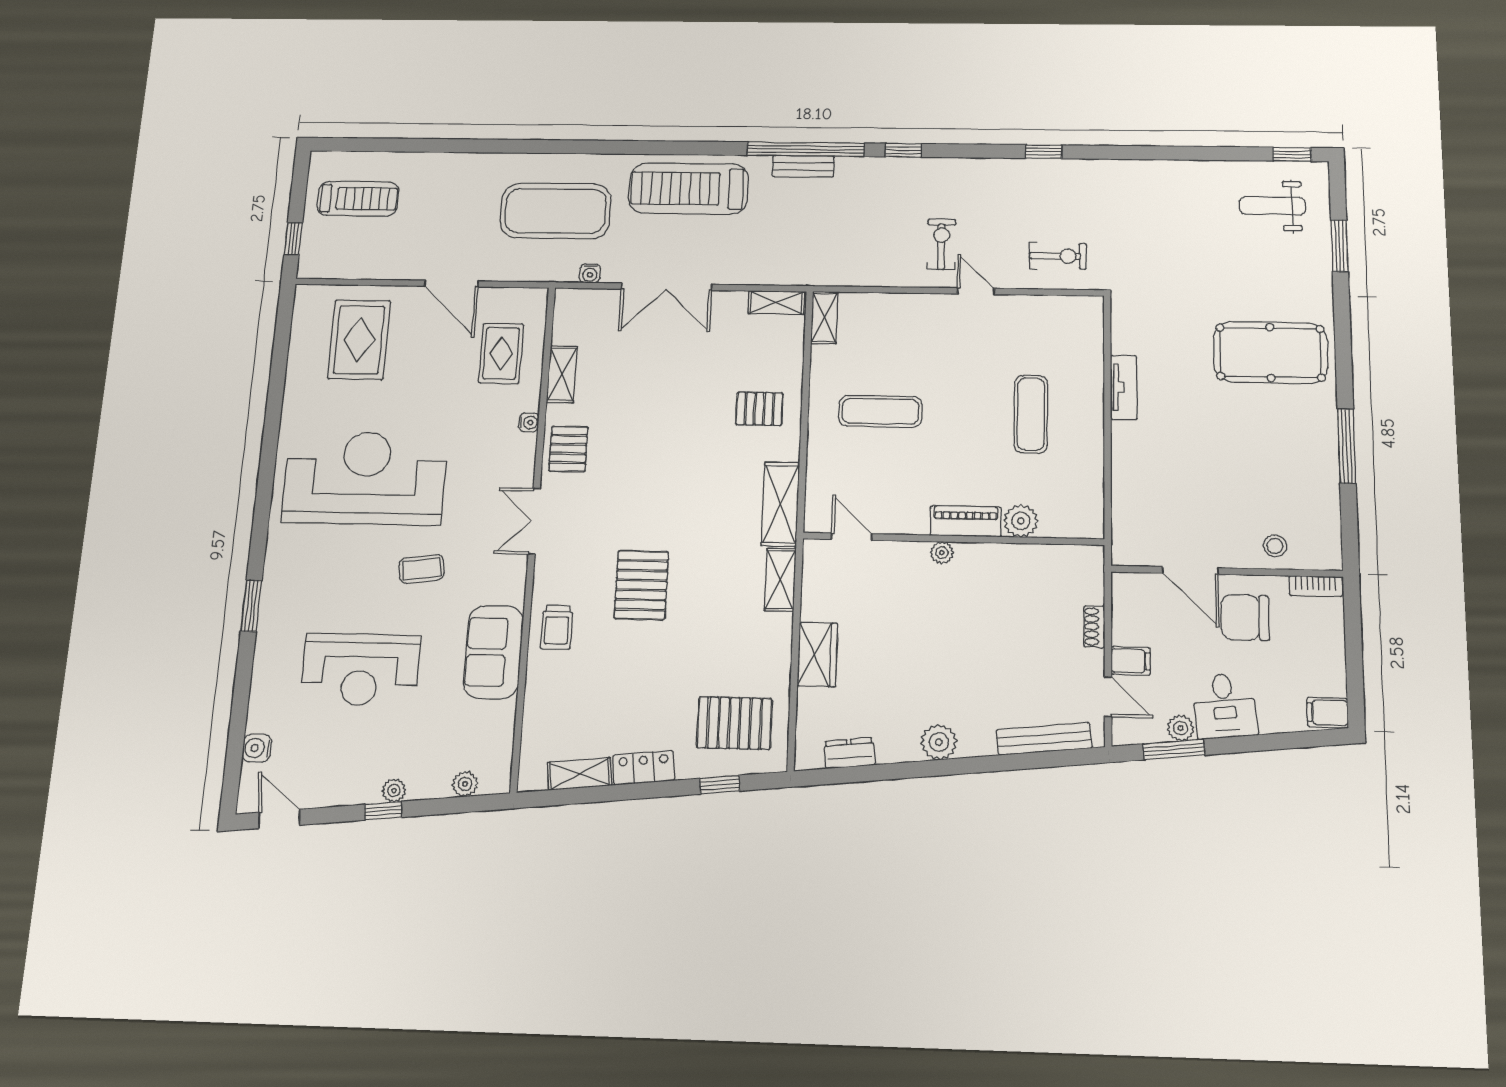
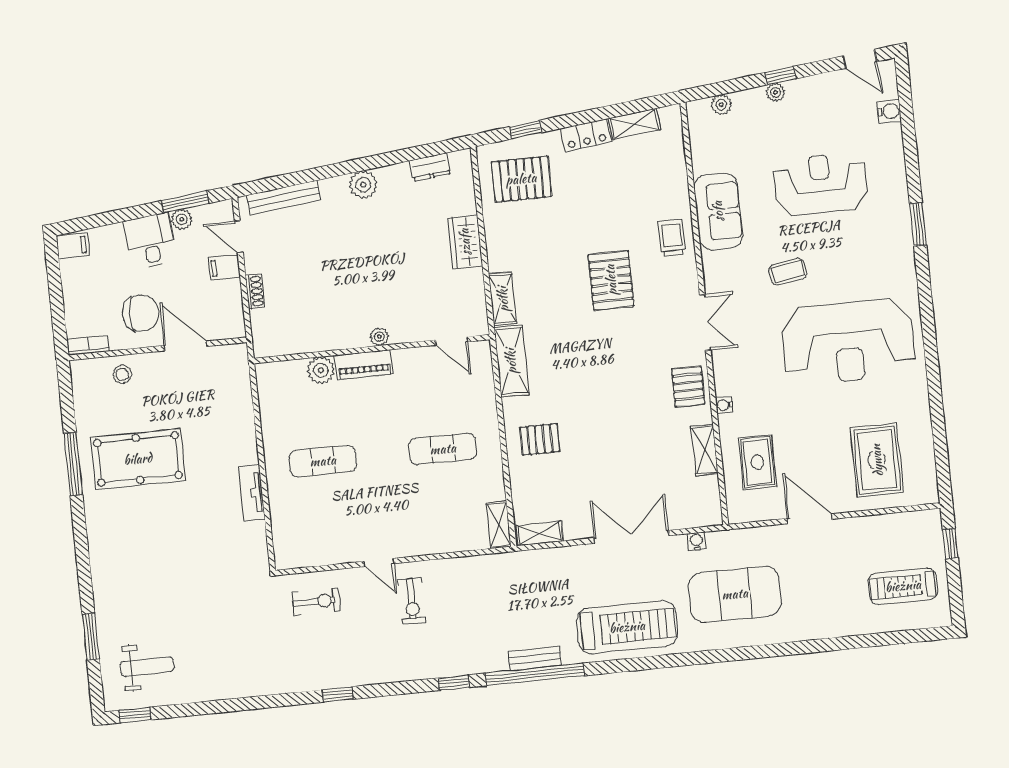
exercise bike: (1058, 256) -> (316, 601), turned 180
pool table: (1270, 352) -> (138, 459), moved
exercise mat: (1031, 414) -> (323, 461), turned 90

